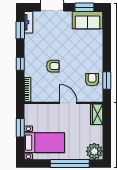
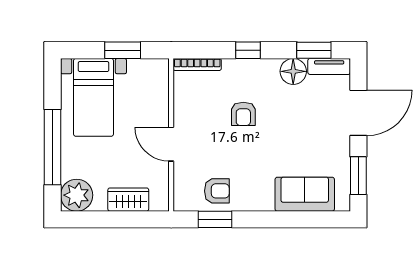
sofa: (87, 20) -> (305, 194), moved, turned 90
floor lamp: (31, 41) -> (293, 71), added
door: (68, 103) -> (171, 144), swing flipped
wardrobe: (97, 114) -> (128, 200), moved

